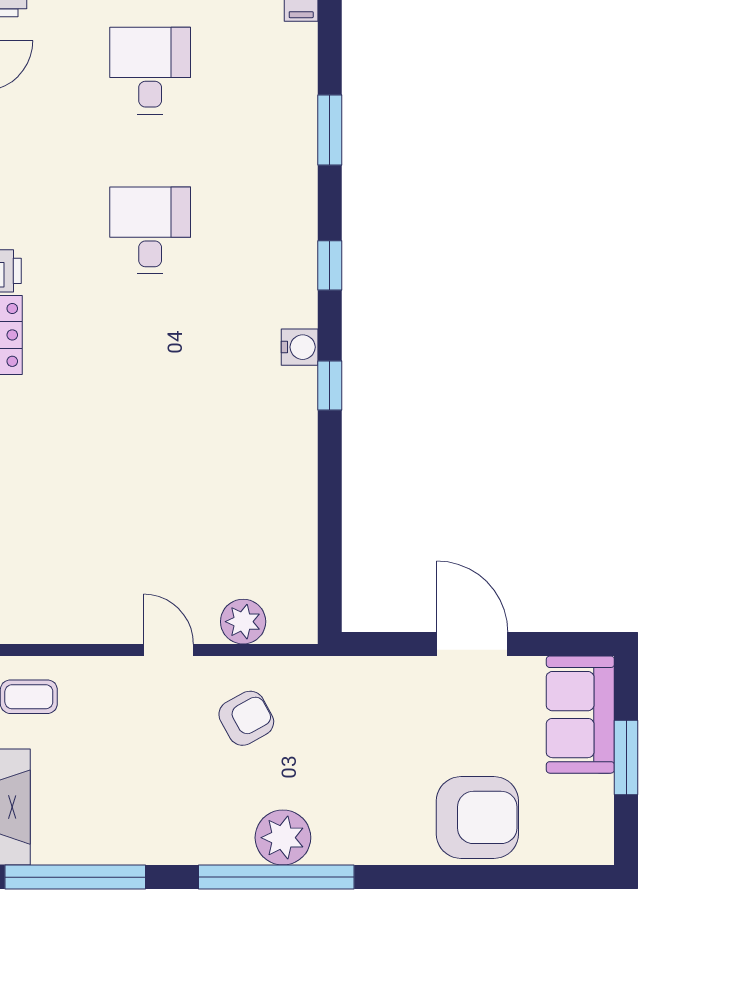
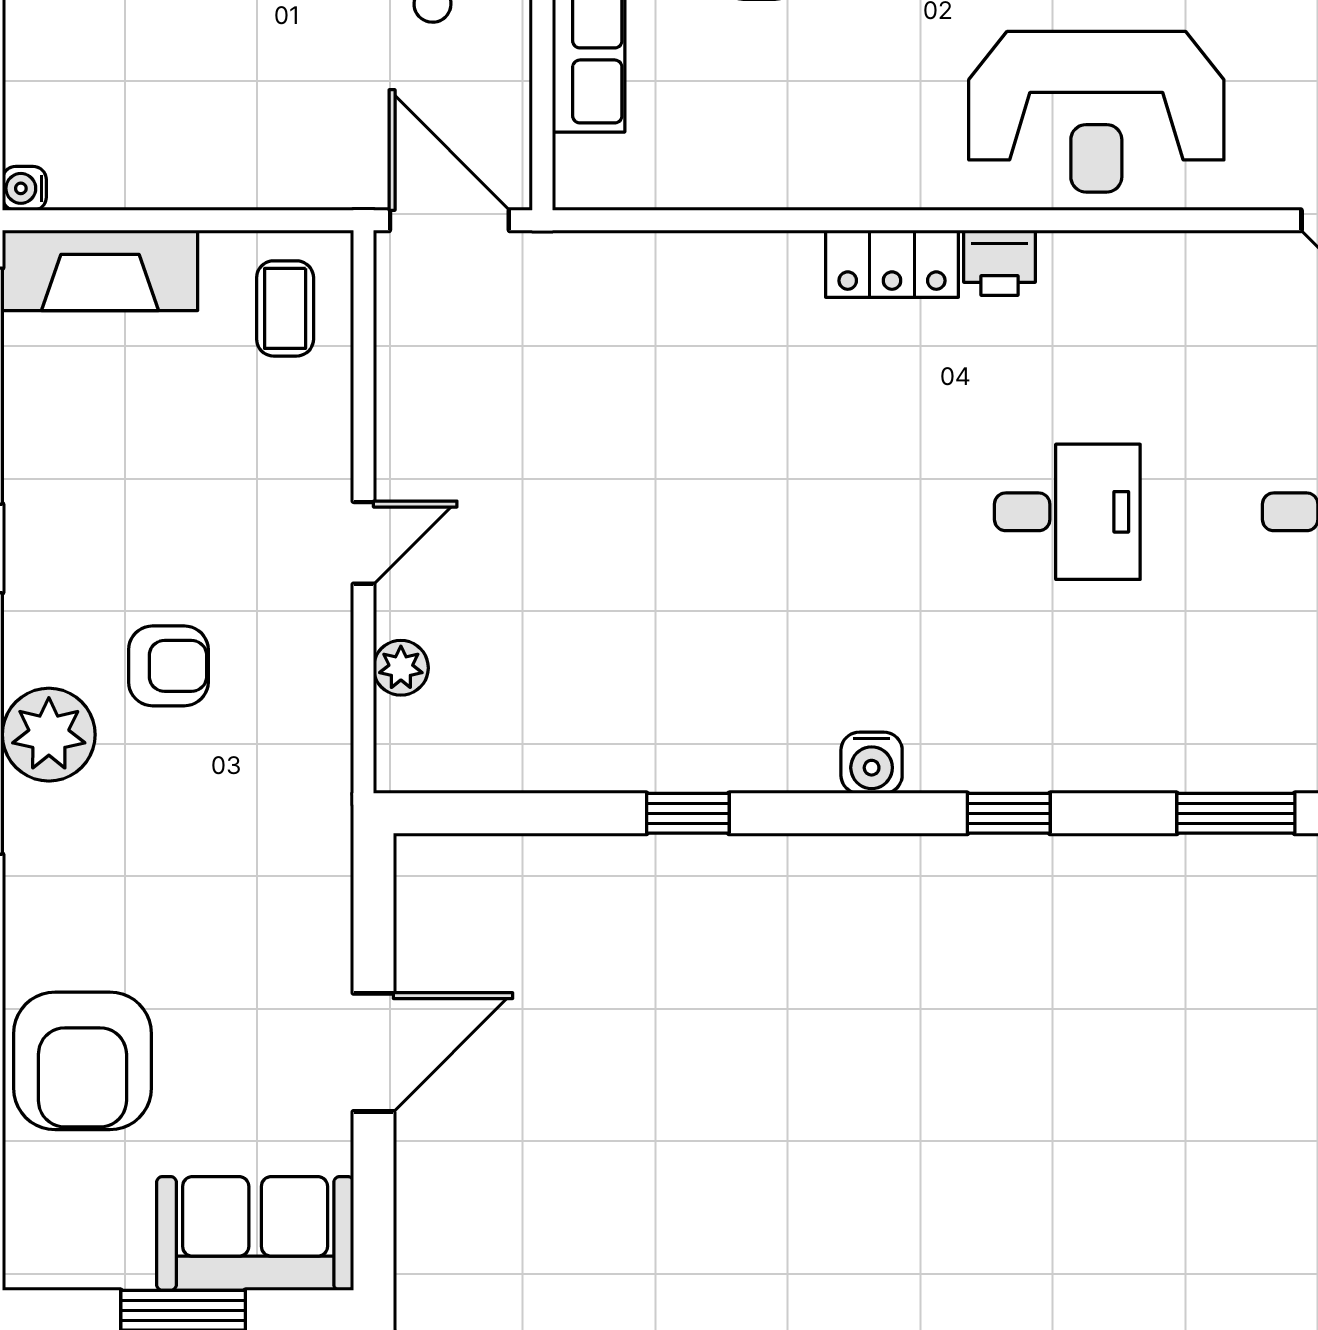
window: (330, 385) -> (688, 813), moved
plant: (243, 622) -> (401, 668), width x0.73, depth x0.73
armchair: (246, 718) -> (168, 666), moved, turned -61

